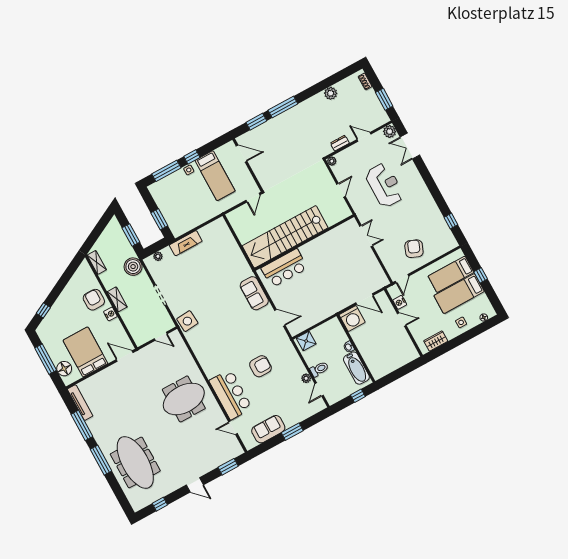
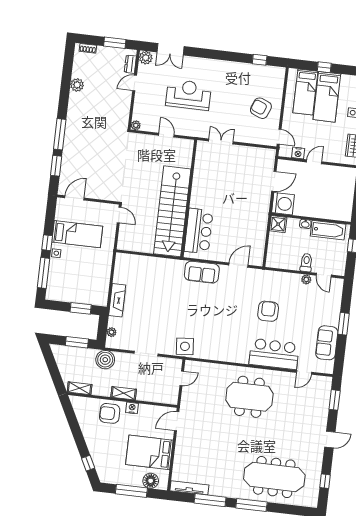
dresser: (340, 143) -> (130, 64), moved
shower: (306, 341) -> (278, 224), moved
meeting table: (184, 399) -> (249, 397), turned 90

